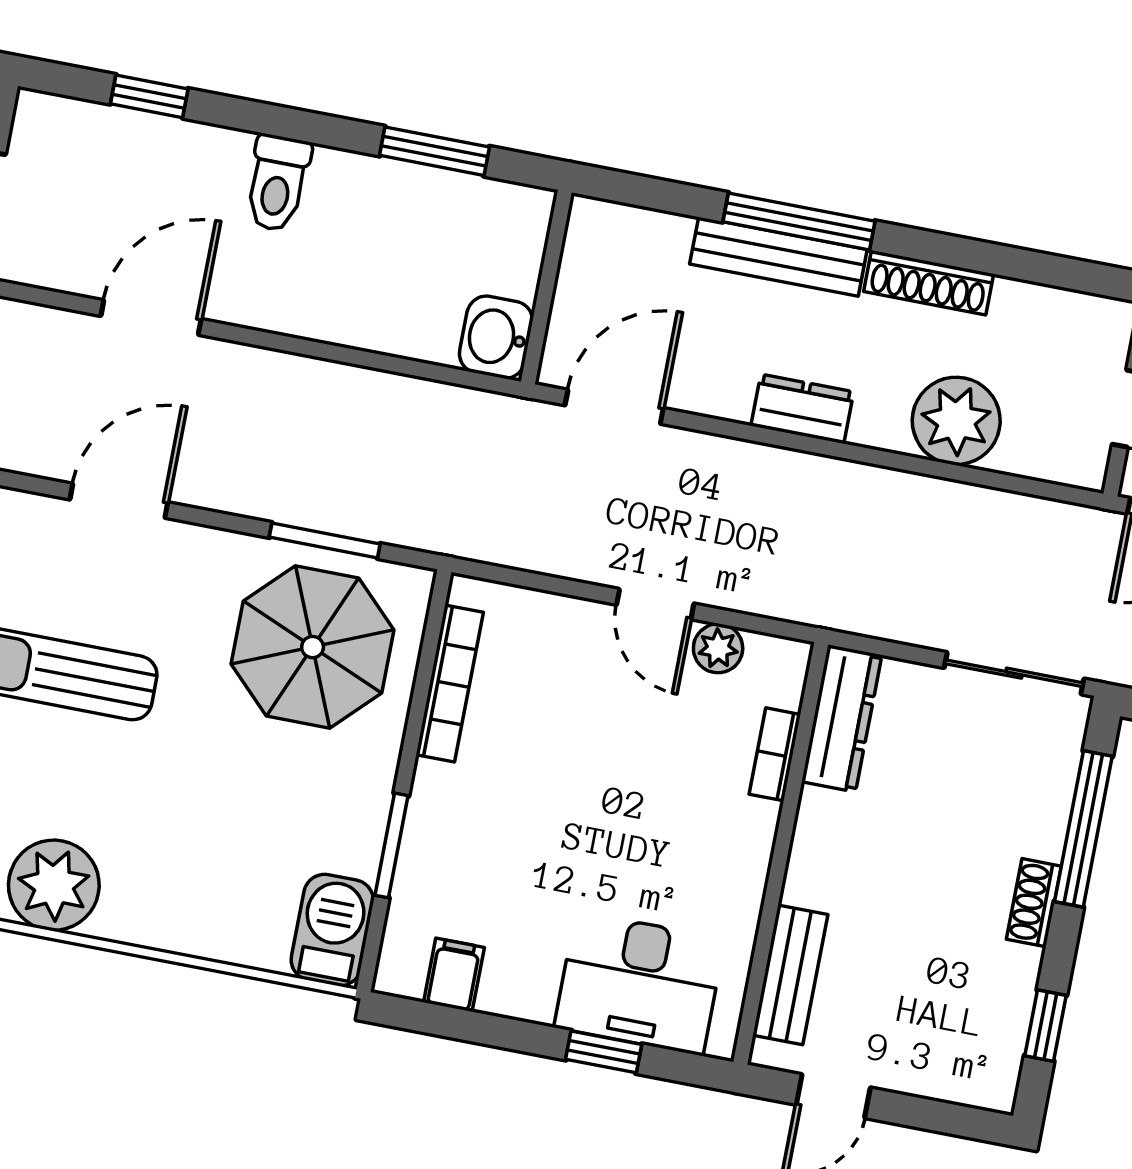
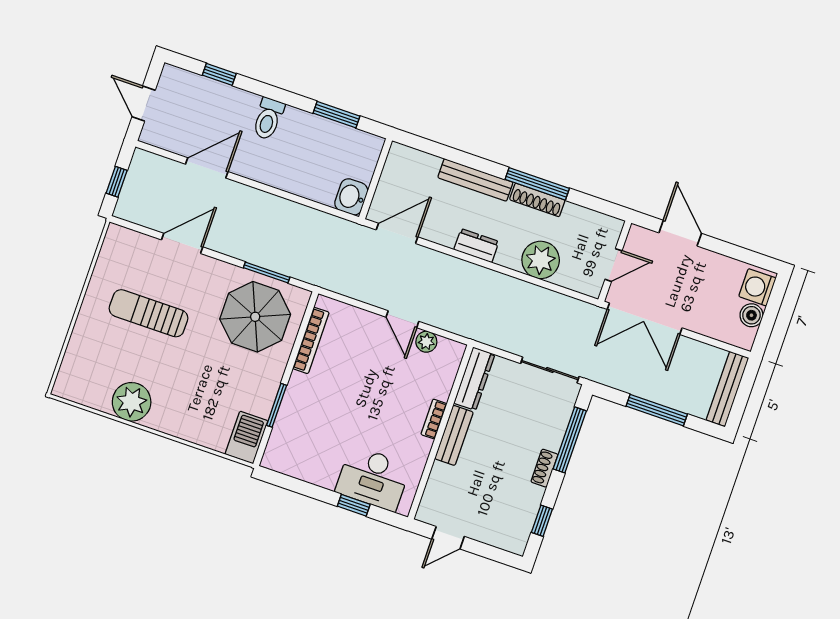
window: (799, 221) -> (537, 184), moved
bookcase: (775, 754) -> (434, 419), moved
filing cabinet: (454, 975) -> (295, 464), removed
bench: (790, 975) -> (454, 435), moved

